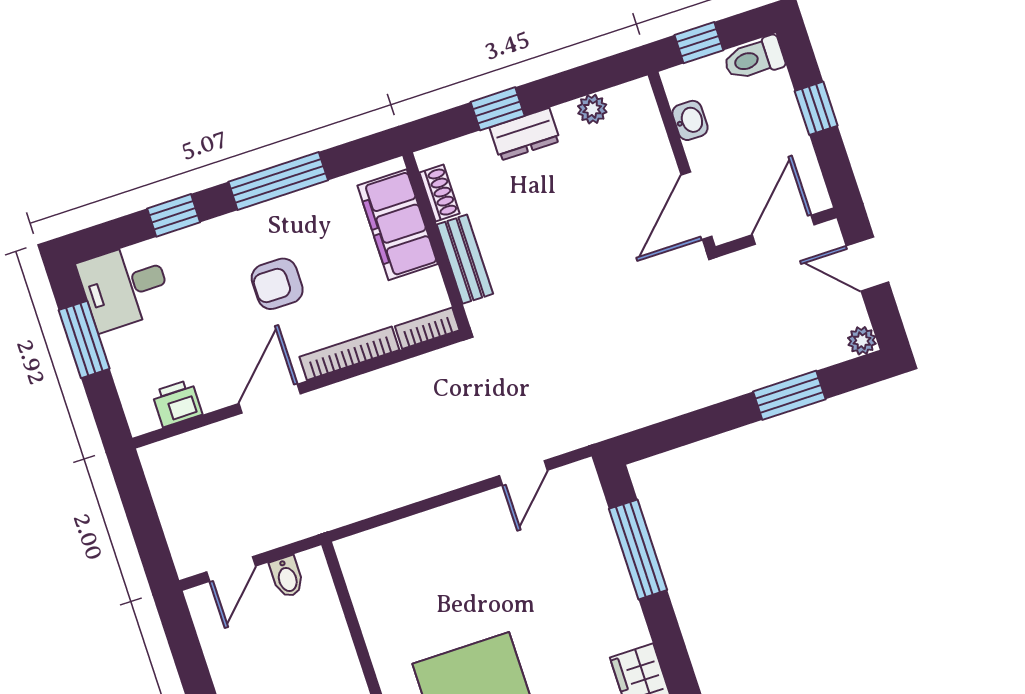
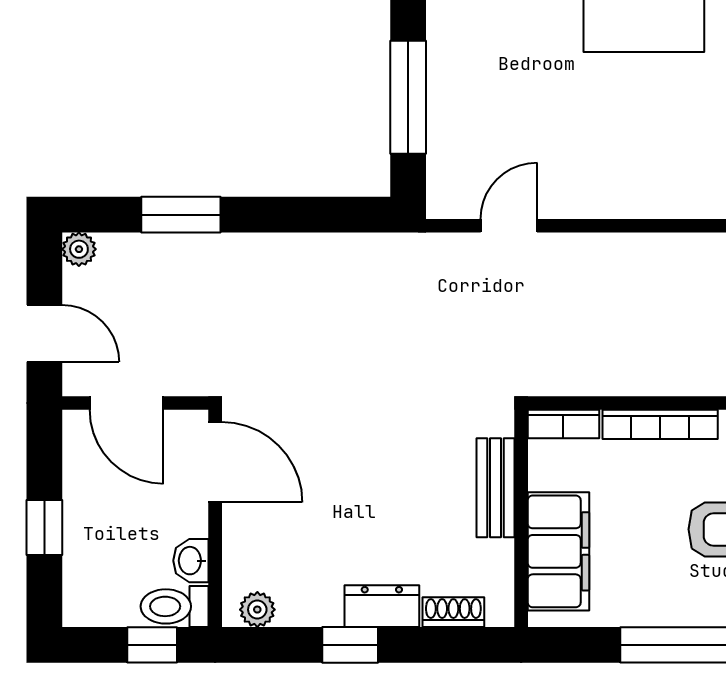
toilet: (754, 59) -> (175, 606), moved, turned 180
window: (498, 109) -> (350, 645), moved
plant: (592, 109) -> (257, 610), moved
shoe rack: (439, 193) -> (453, 612), moved, turned 90
door: (696, 206) -> (215, 462), hinge flipped
door: (783, 230) -> (126, 403), hinge flipped

